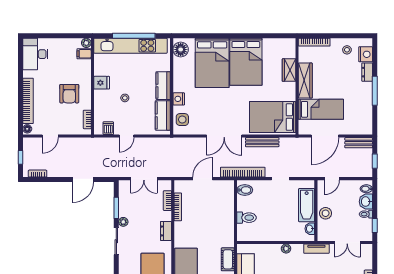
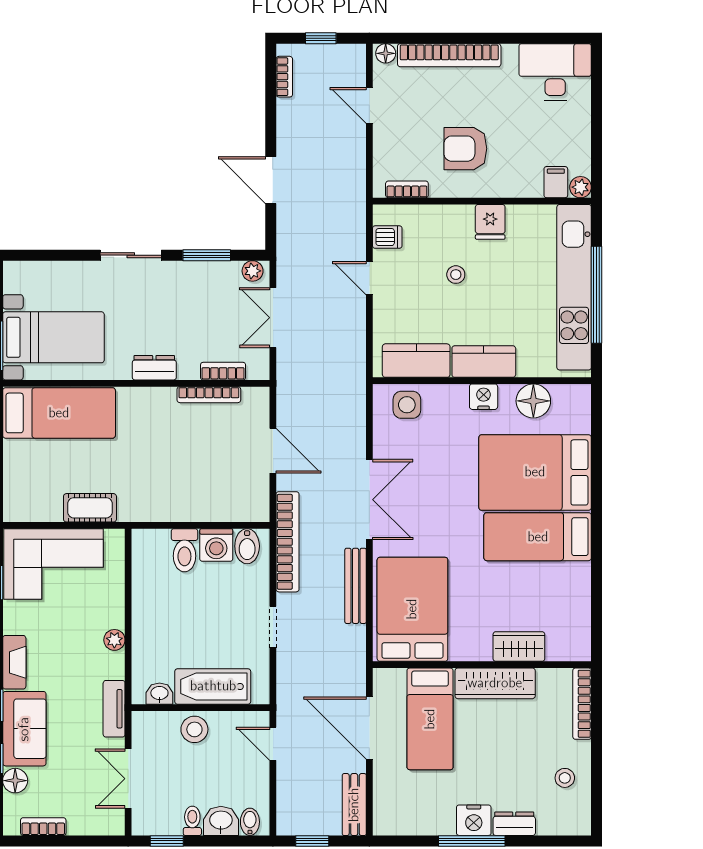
floor lamp: (181, 50) -> (533, 401), moved
nightstand: (366, 54) -> (474, 820), moved
bed: (246, 62) -> (538, 537), width x0.67
nightstand: (179, 99) -> (484, 397), moved
double door: (224, 136) -> (369, 500), swing flipped
washing machine: (244, 204) -> (216, 545), added
plant: (123, 222) -> (253, 271), moved

